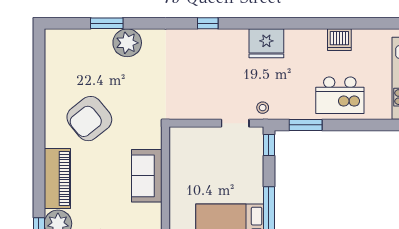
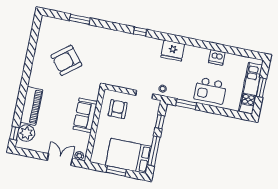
plant: (127, 43) -> (90, 33), removed
armchair: (89, 119) -> (66, 60), moved
window: (269, 145) -> (160, 122), moved
armchair: (197, 155) -> (118, 109), added

